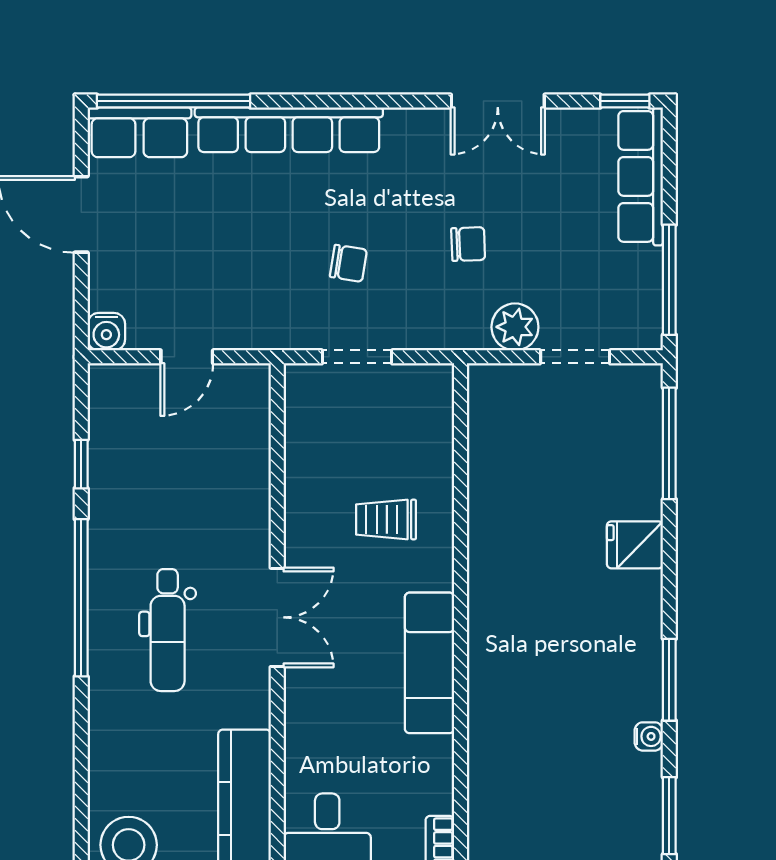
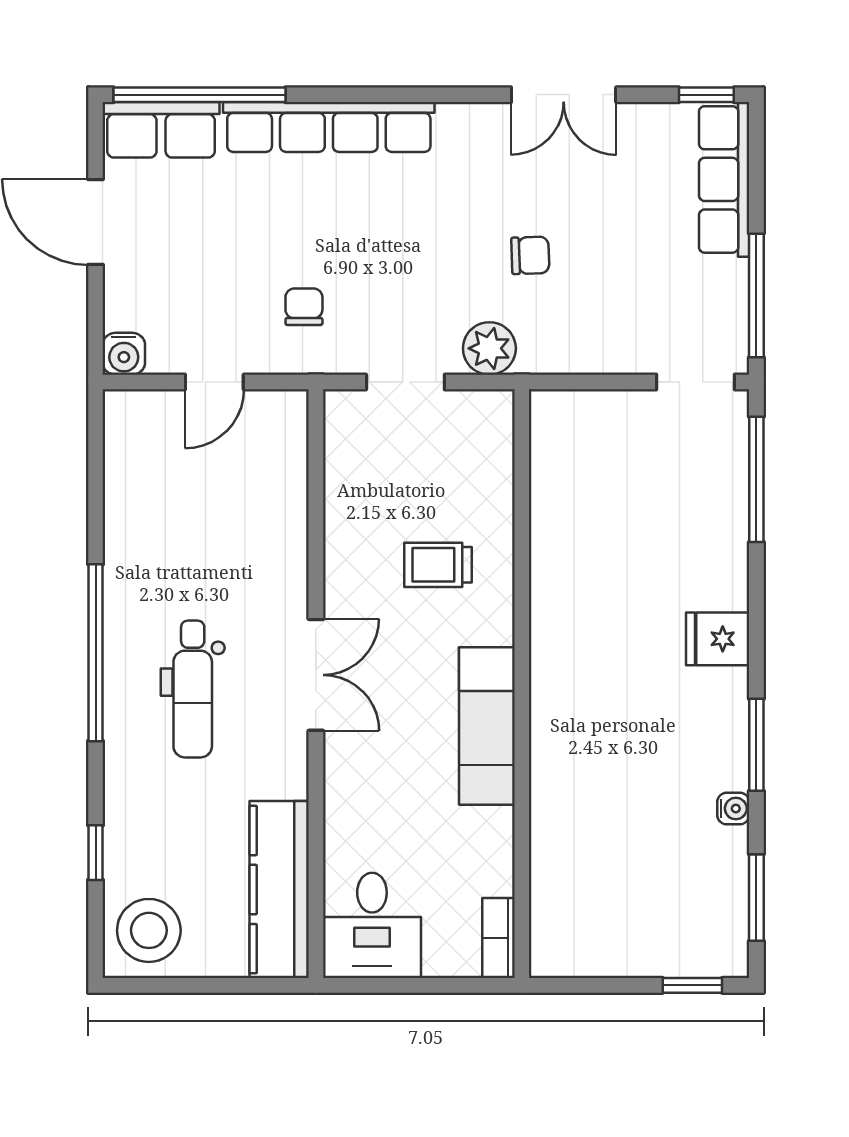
chair: (348, 263) -> (304, 307), moved, turned -99
plant: (515, 327) -> (489, 348), moved
doorway: (575, 357) -> (695, 382), moved
window: (81, 464) -> (96, 853), moved
fridge: (635, 545) -> (718, 639), moved

